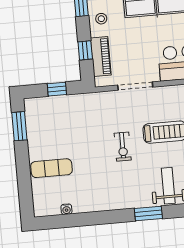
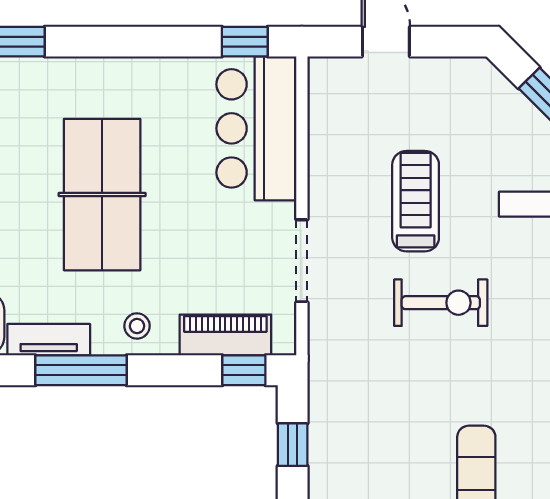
window: (85, 50) -> (244, 370), moved
exercise bike: (123, 147) -> (441, 303), width x1.38, depth x1.39

